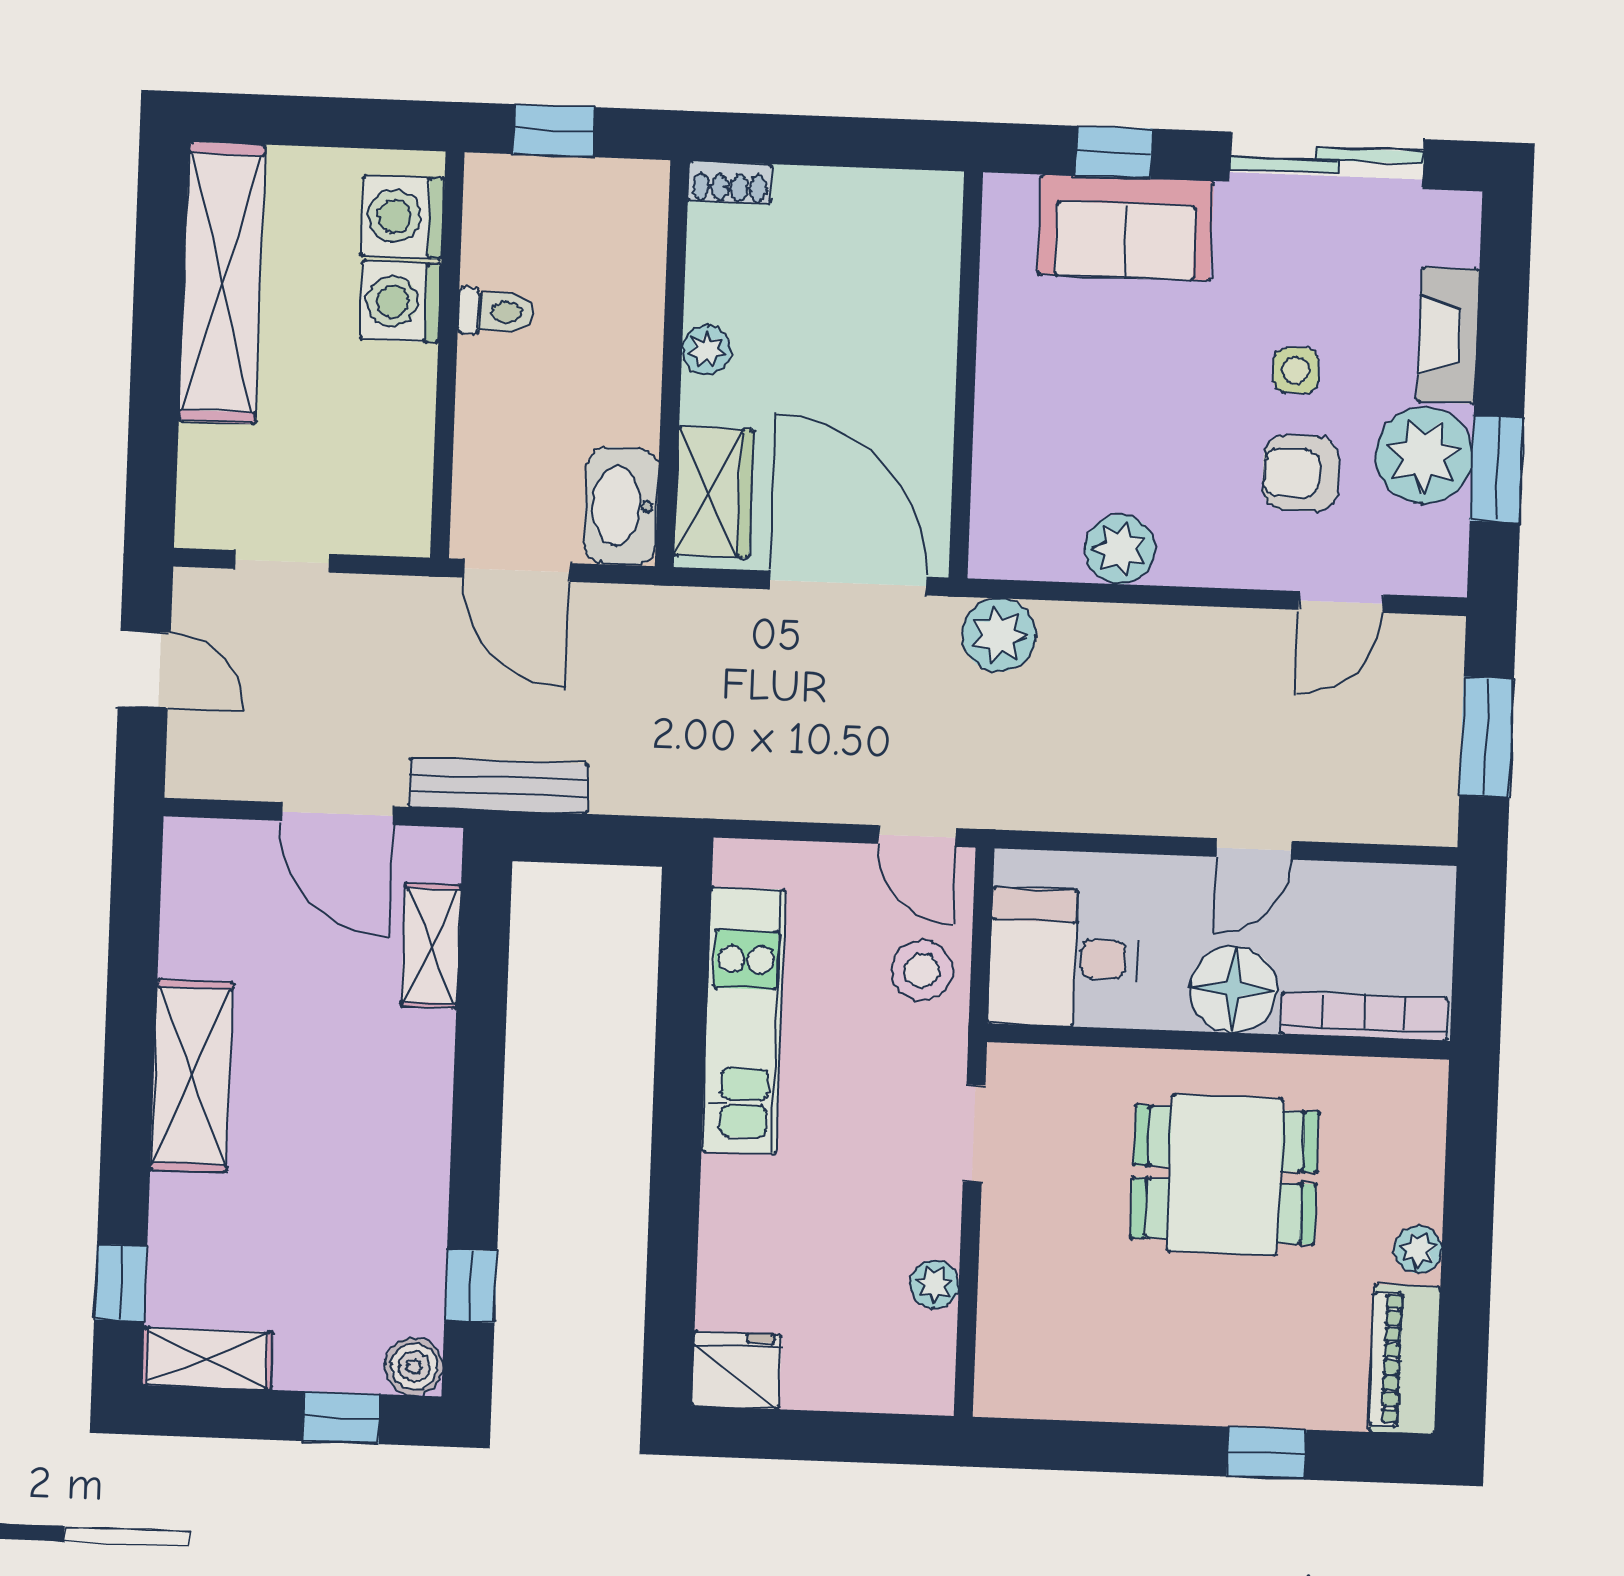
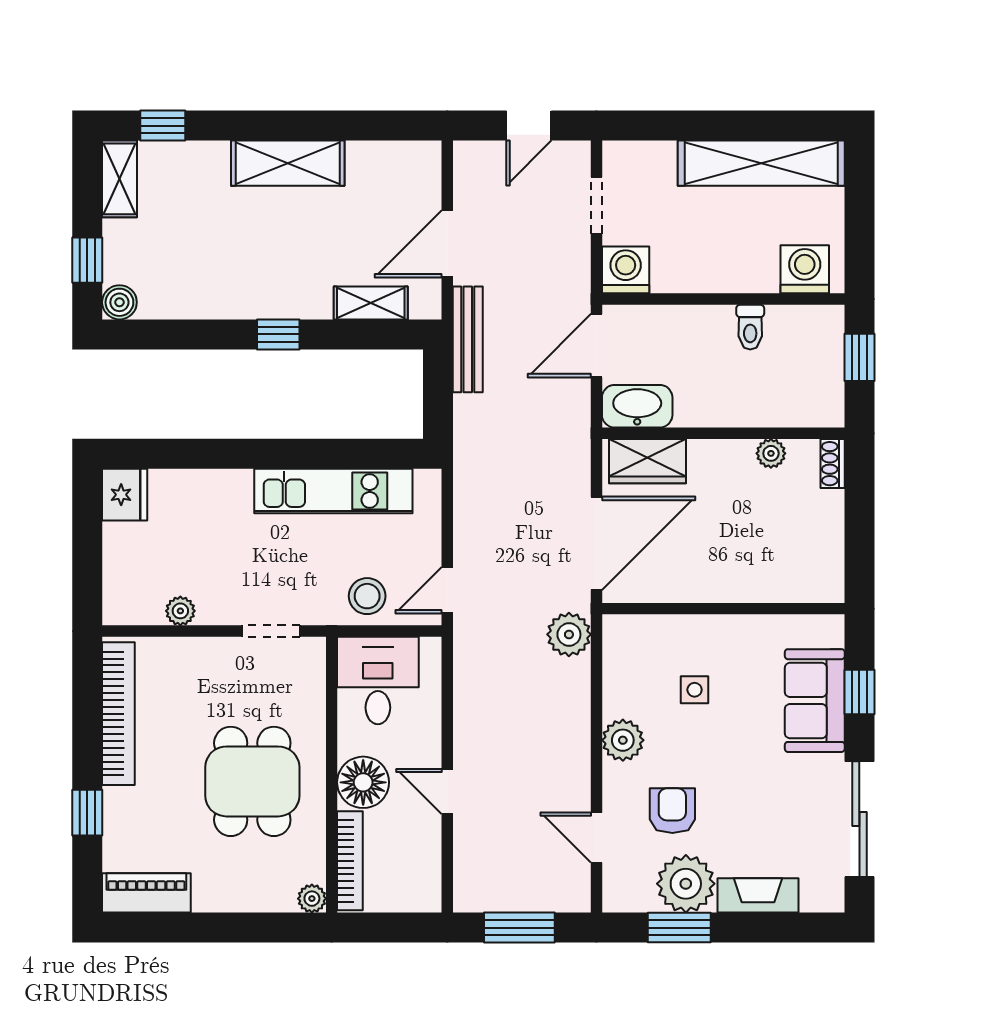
washing machine: (400, 302) -> (626, 270), moved
plant: (706, 350) -> (771, 453), moved
side table: (1296, 371) -> (695, 690), moved
plant: (1120, 549) -> (623, 740), moved
plant: (1418, 1250) -> (312, 899), moved
window: (471, 1286) -> (278, 334), moved
bookcase: (1103, 1395) -> (118, 714), added

